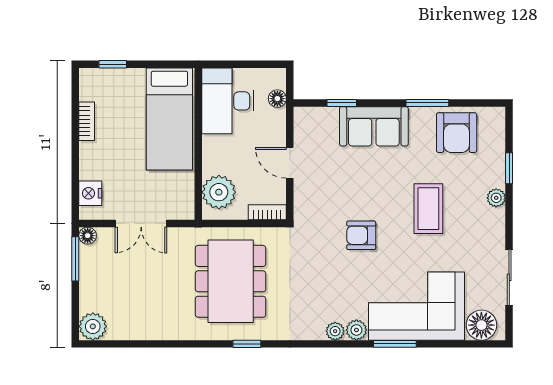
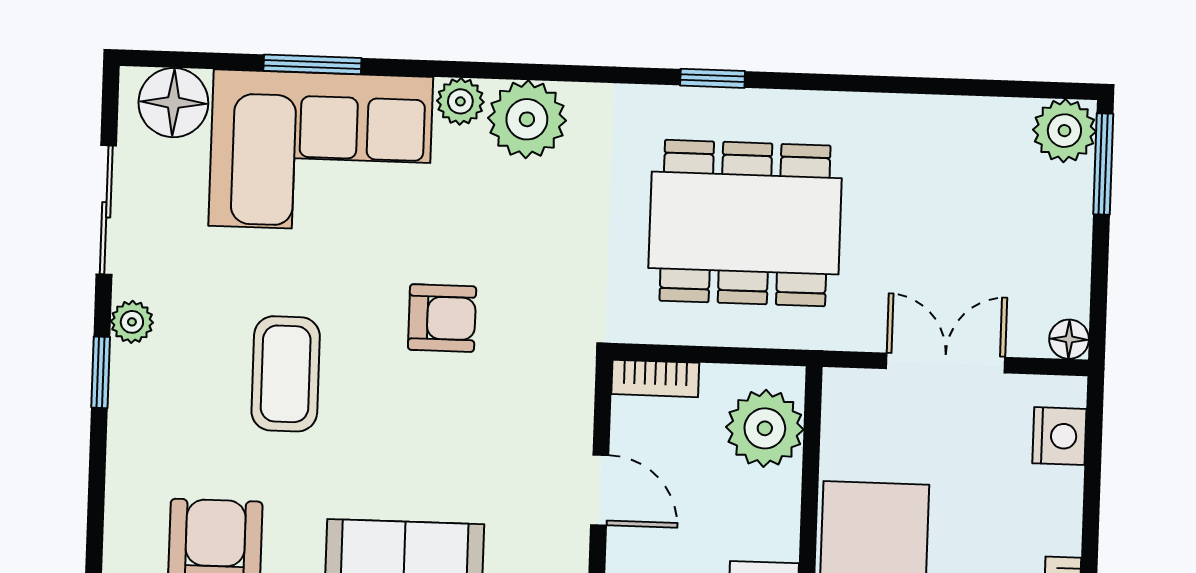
window: (509, 168) -> (101, 372), moved
plant: (496, 198) -> (132, 322), moved
window: (75, 259) -> (1103, 164), moved
dining table: (231, 281) -> (745, 223), turned 90
plant: (335, 331) -> (527, 119), width x1.88, depth x1.88
window: (395, 344) -> (312, 64), moved

